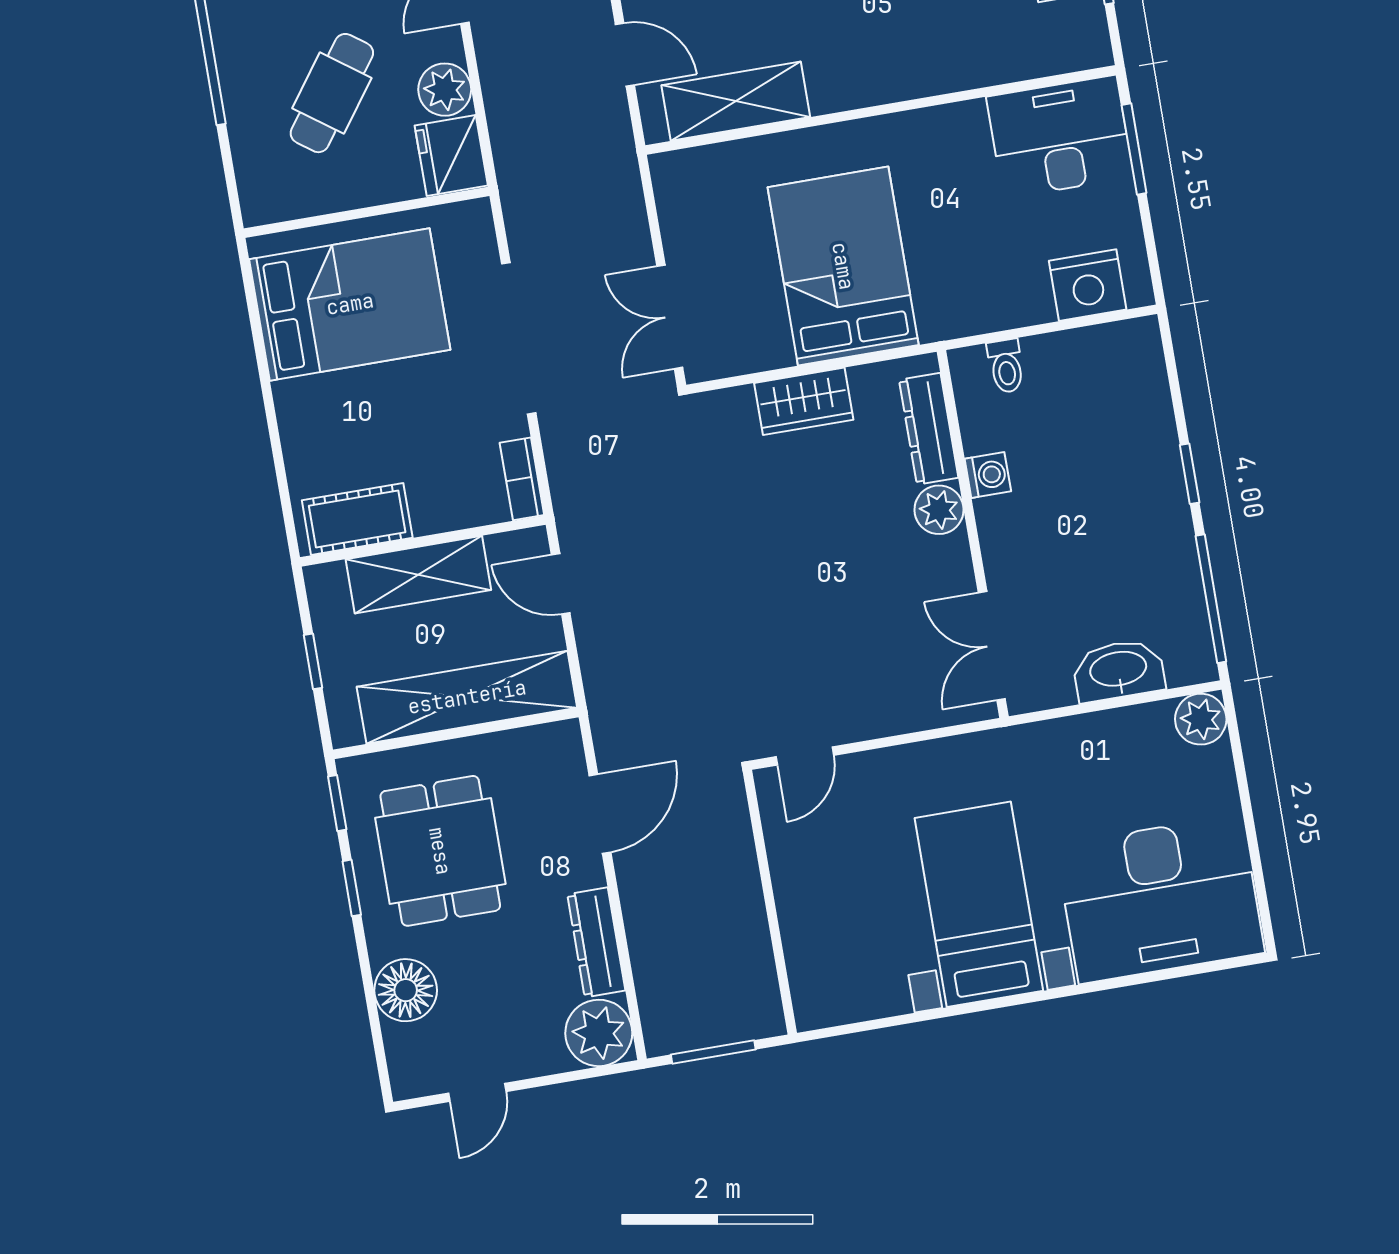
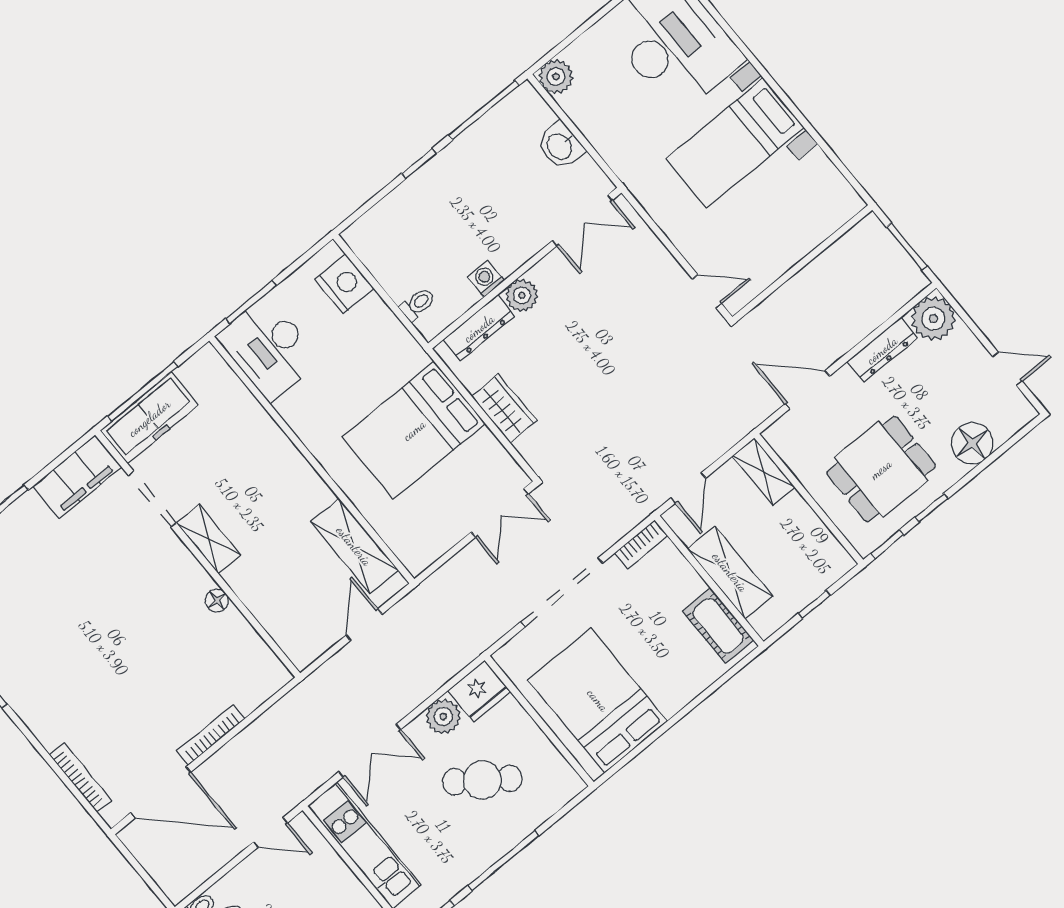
washbasin: (1118, 670) -> (560, 146), width x0.72
shelving: (467, 697) -> (764, 472), width x0.45, depth x0.75

